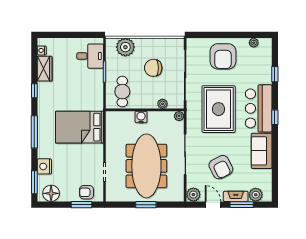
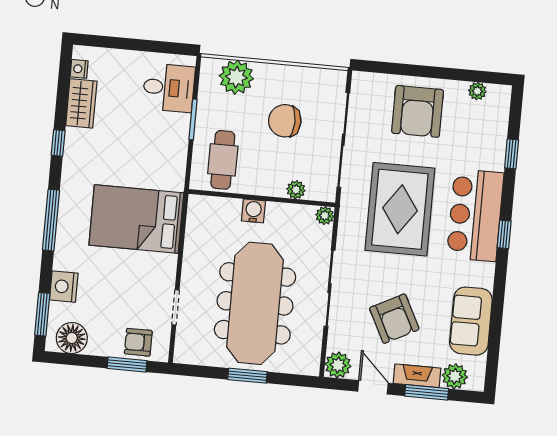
sofa: (262, 151) -> (471, 321), moved

